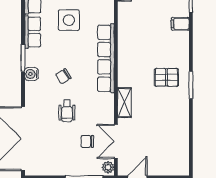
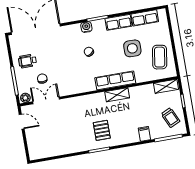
row of seats: (106, 58) -> (115, 80), width x0.73
shelving: (124, 103) -> (117, 95), moved
wheelchair: (67, 111) -> (27, 61), moved

